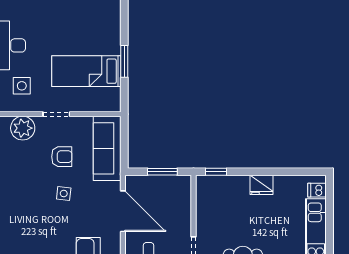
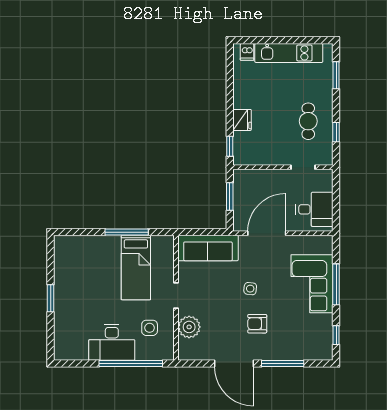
window: (124, 61) -> (127, 232), width x1.44
armchair: (62, 157) -> (257, 324), moved, turned -90
fridge: (261, 185) -> (242, 120), moved

